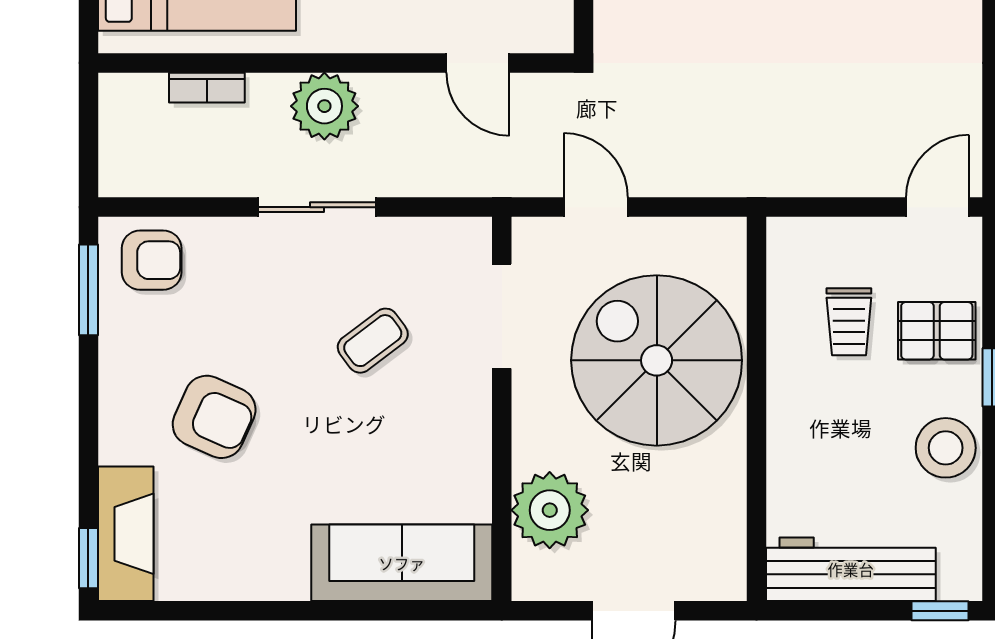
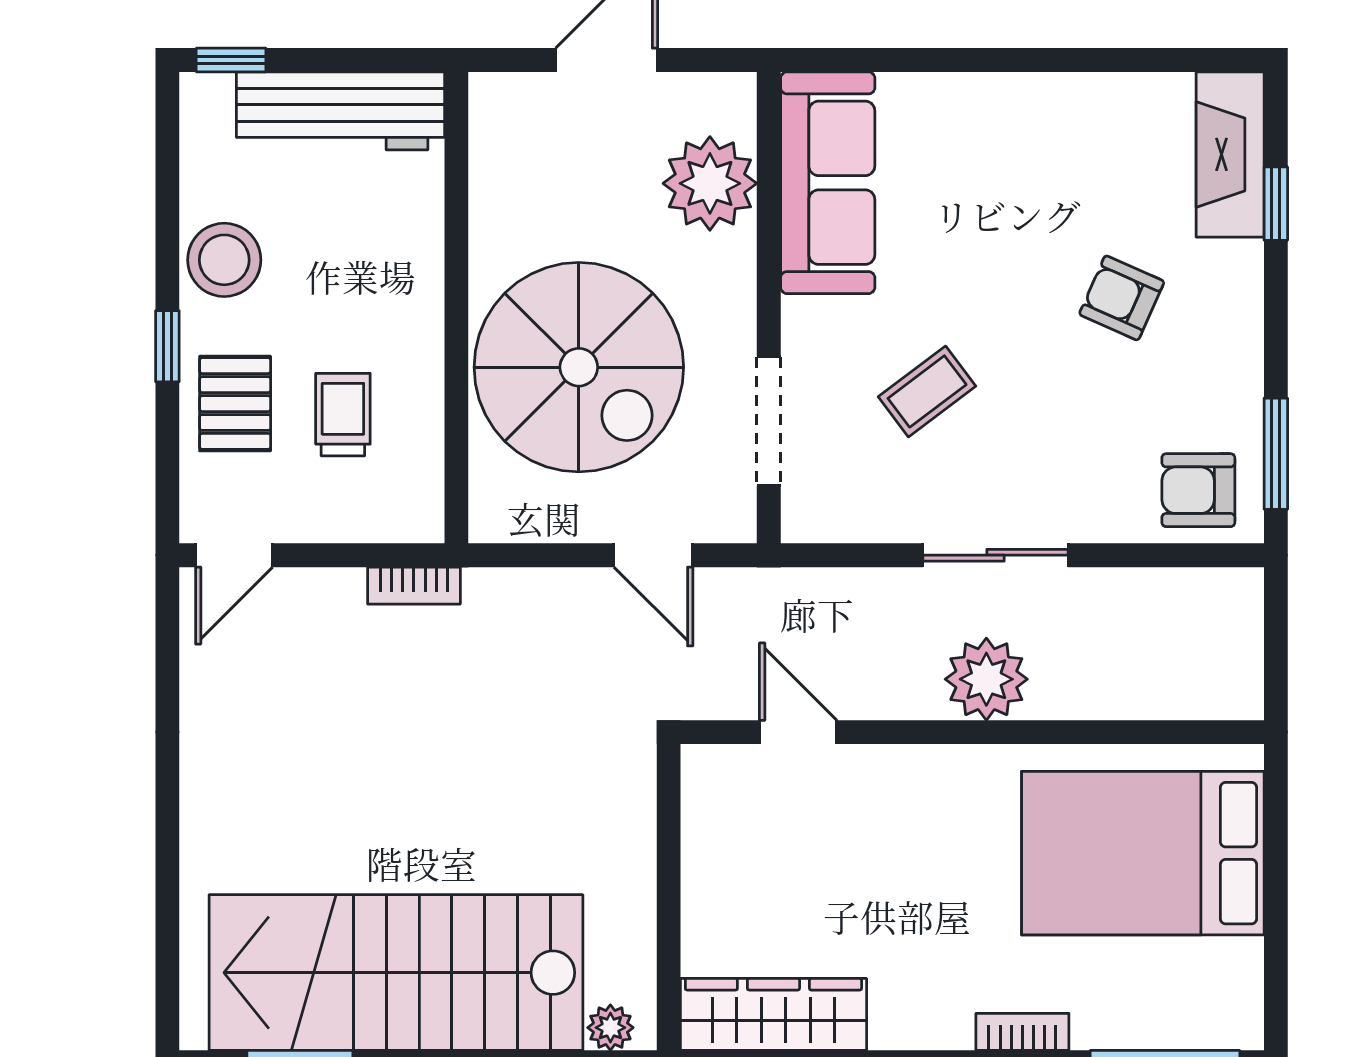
bookcase: (207, 88) -> (414, 586), moved, turned 180
pallet: (937, 331) -> (235, 404), turned 90
armchair: (214, 417) -> (1122, 298), width x0.72, depth x0.72
window: (88, 558) -> (1276, 204), moved
sofa: (402, 563) -> (828, 183), moved, turned -90

